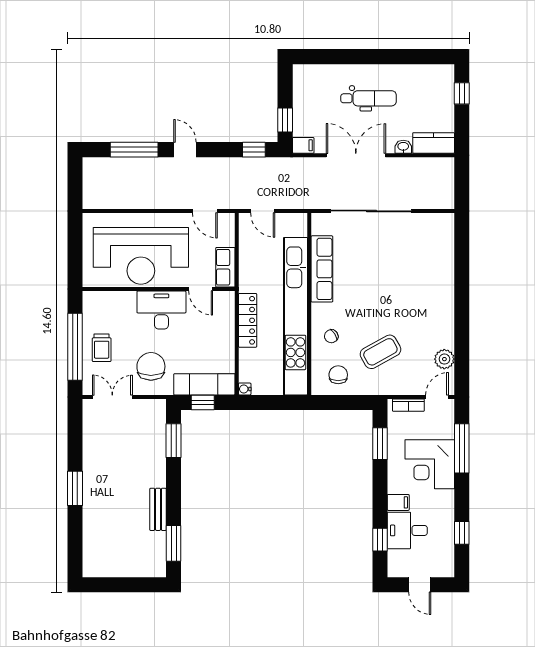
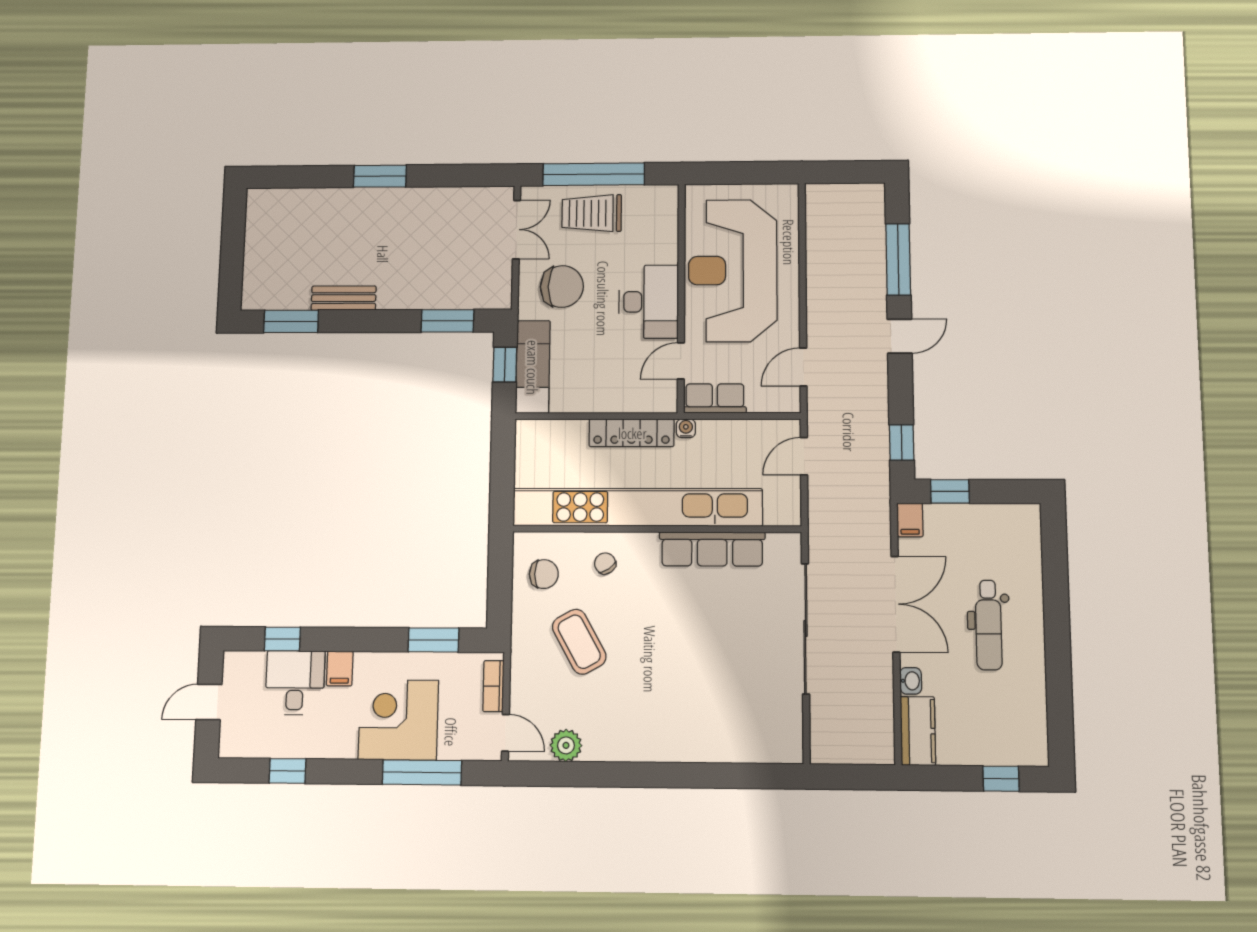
trolley: (102, 348) -> (592, 213), width x1.36, depth x1.39
water cooler: (245, 389) -> (686, 428), moved

